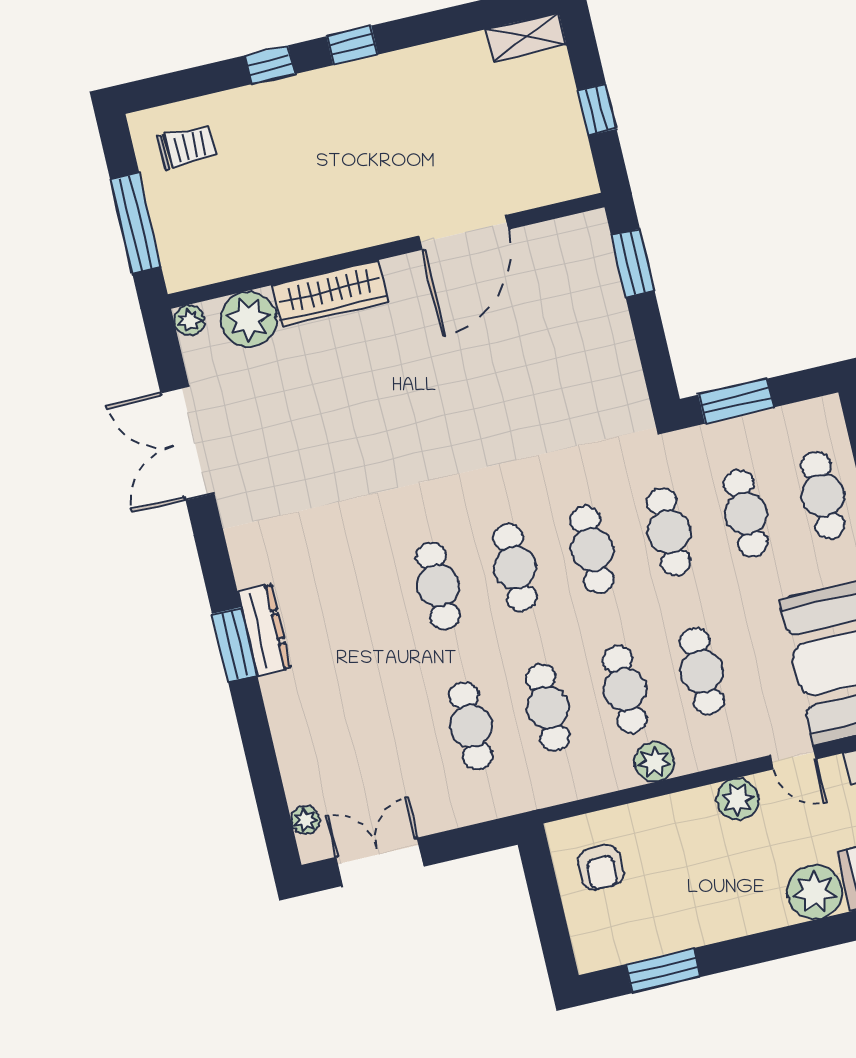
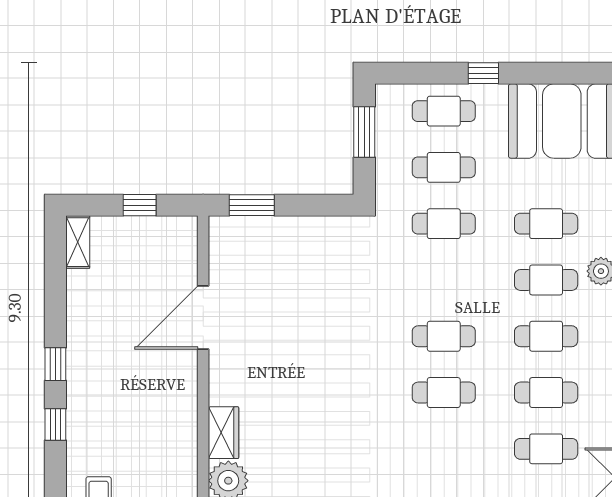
door: (464, 233) -> (203, 317), swing flipped
wardrobe: (330, 293) -> (224, 433), width x0.67
window: (736, 401) -> (364, 132), moved
cafe table: (592, 550) -> (546, 449), moved

